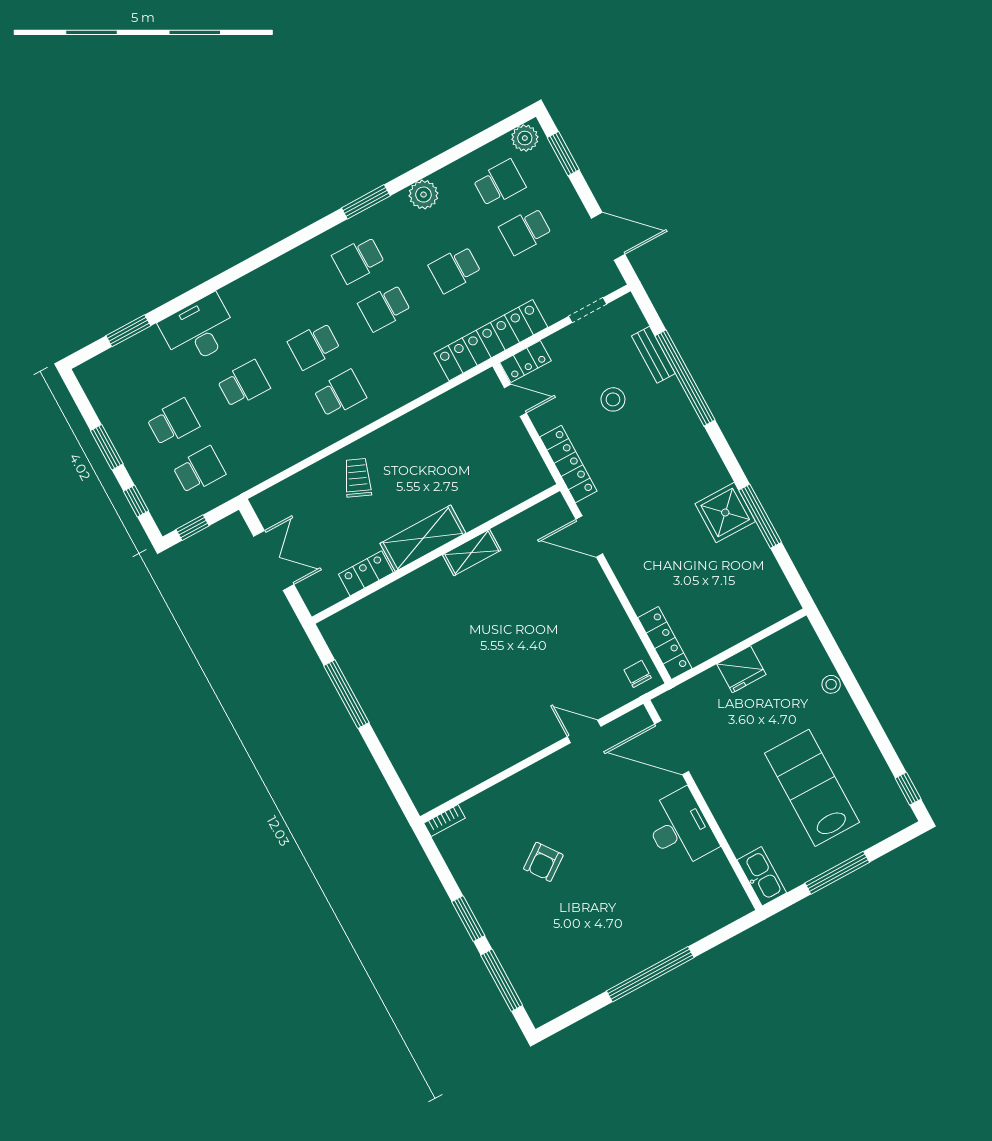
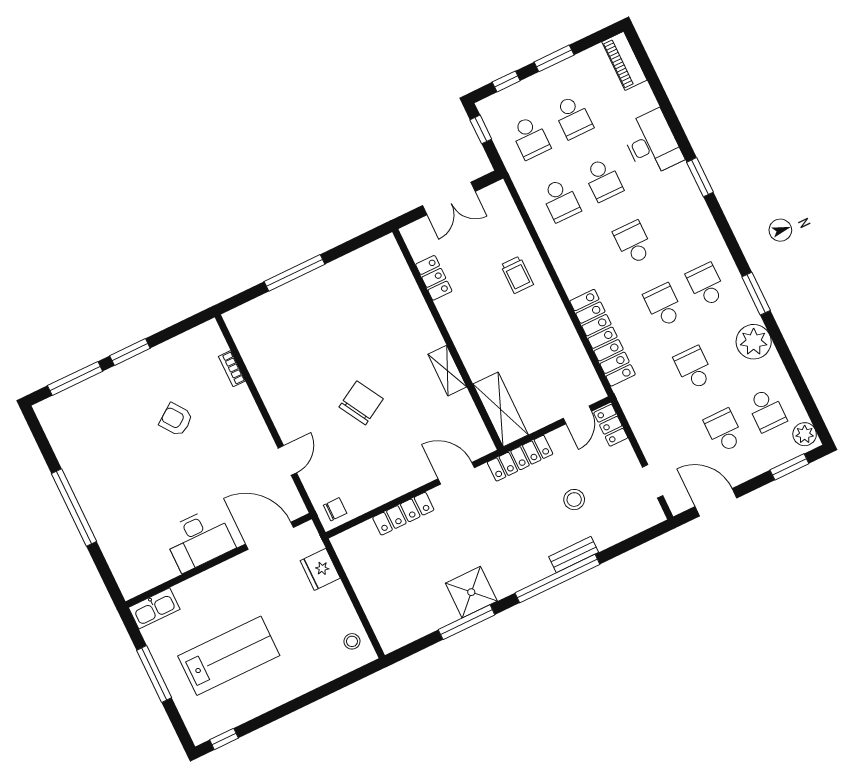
plant: (423, 195) -> (754, 342), width x1.36, depth x1.36
door: (608, 236) -> (716, 502), swing flipped
window: (128, 331) -> (700, 177), moved
locker: (491, 340) -> (603, 338), moved
bench: (653, 355) -> (574, 555), moved
piano: (106, 366) -> (624, 61), added
window: (685, 378) -> (557, 579), moved
school desk: (340, 394) -> (561, 200), moved
trolley: (358, 478) -> (517, 275), turned 67
door: (589, 536) -> (456, 473), hinge flipped
shelving: (423, 538) -> (501, 409), moved
locker: (665, 643) -> (403, 514), moved
chair: (514, 650) -> (361, 403), added
fridge: (741, 669) -> (320, 569), moved
stool: (831, 684) -> (352, 641), moved
window: (346, 694) -> (294, 273), moved
door: (672, 748) -> (270, 536), hinge flipped
bookcase: (445, 821) -> (232, 369), moved

